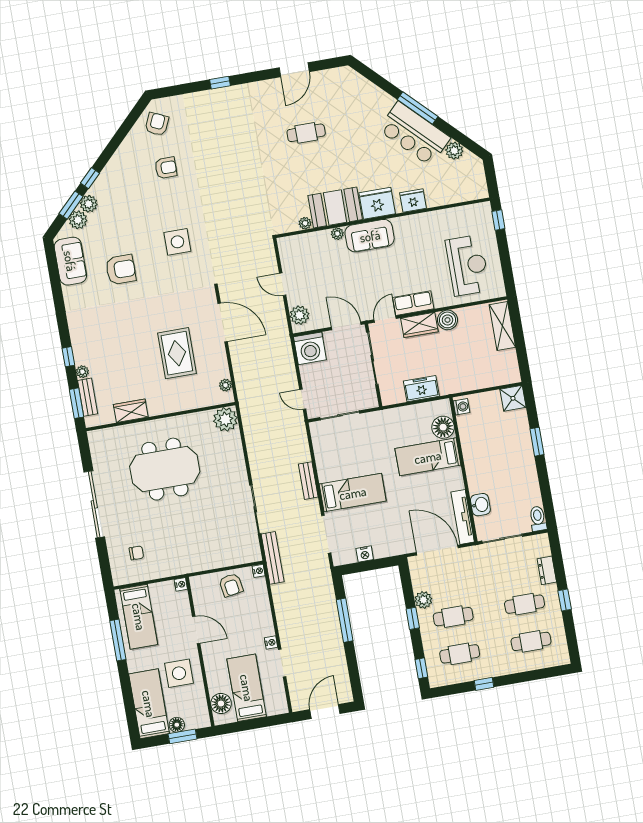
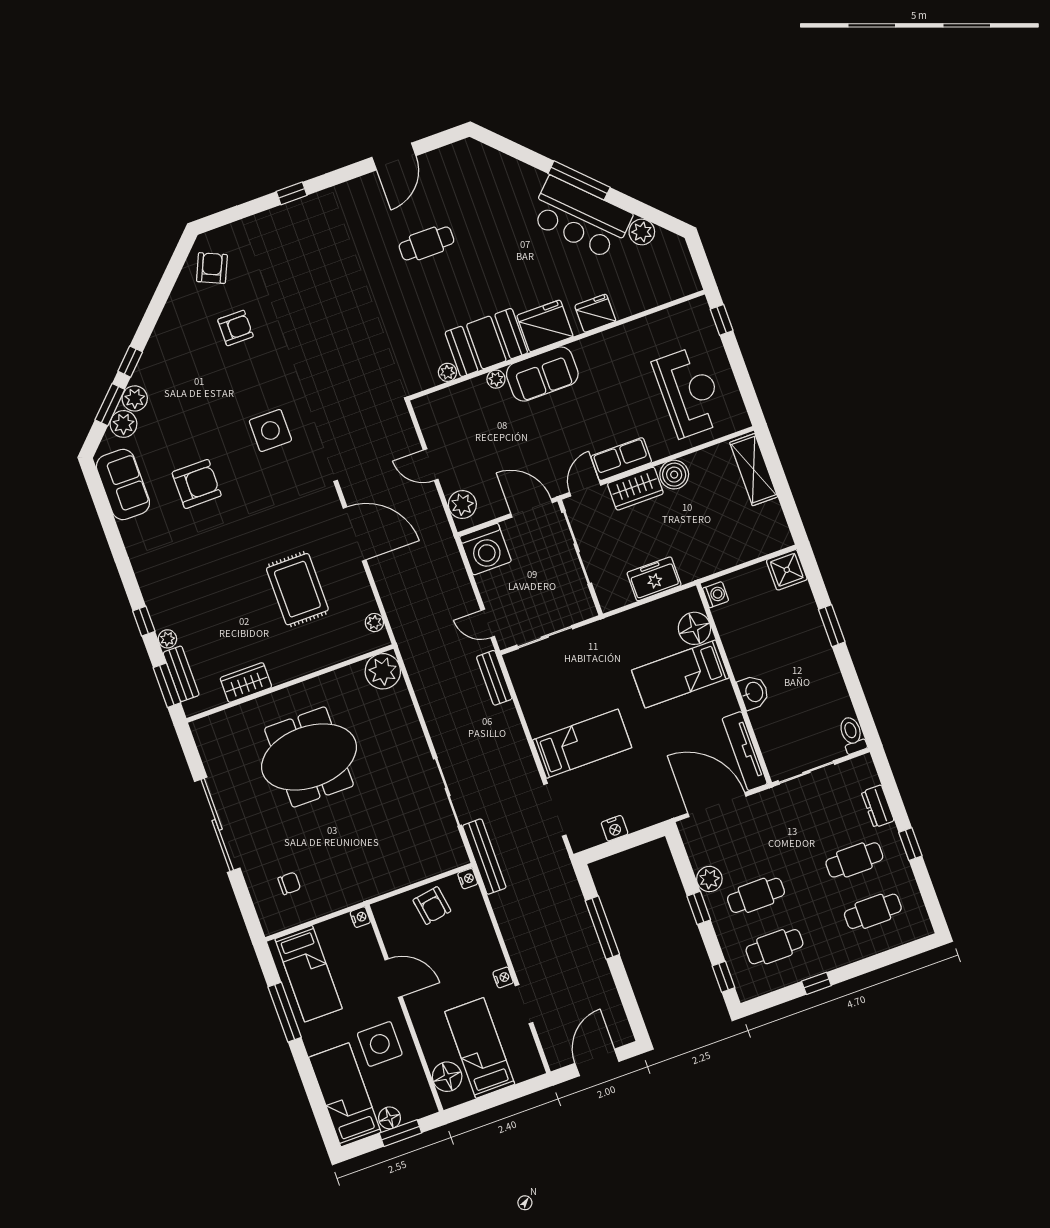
bench: (308, 481) -> (494, 678), moved
washbasin: (480, 505) -> (754, 692), moved

